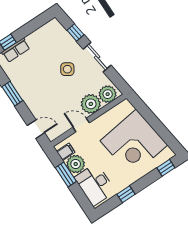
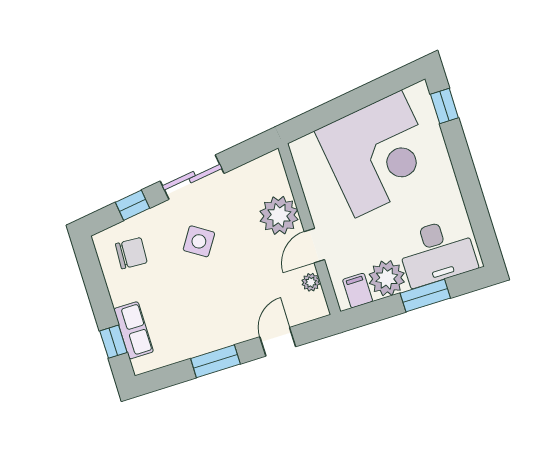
chair: (52, 38) -> (131, 253), added
plant: (108, 94) -> (311, 282), moved, width x0.53, depth x0.53
door: (36, 129) -> (278, 342), moved
window: (66, 175) -> (425, 296), moved
window: (126, 194) -> (473, 198), removed

